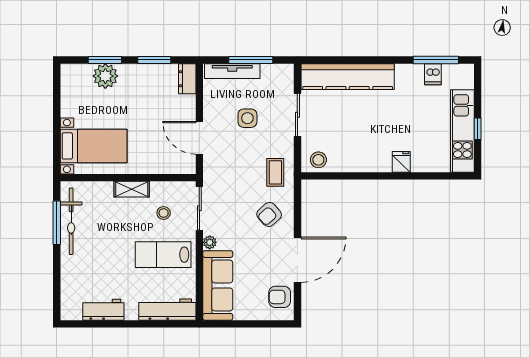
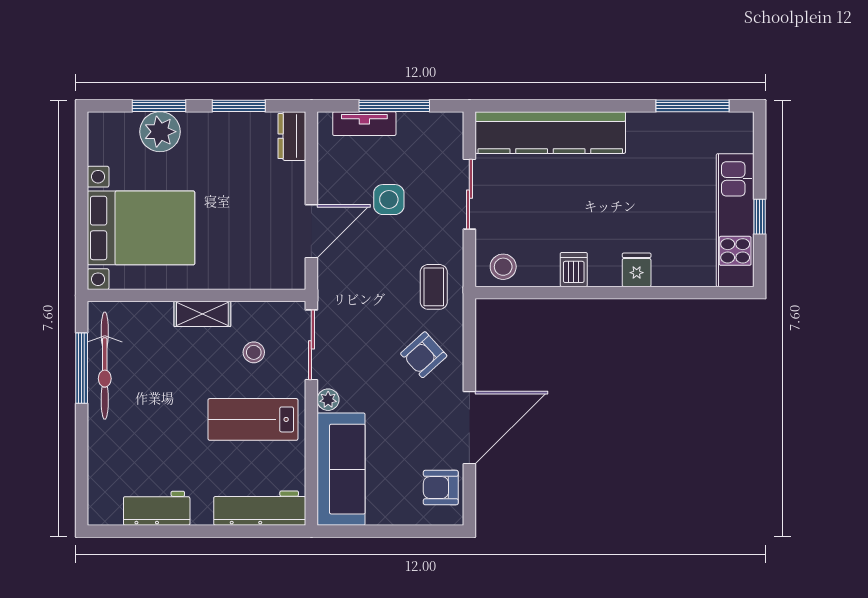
tv unit: (232, 71) -> (364, 124), width x0.71
dishwasher: (433, 74) -> (574, 270), moved, turned 180
door: (199, 138) -> (311, 231), swing flipped
bed with nightstands: (94, 146) -> (141, 228), width x1.36

